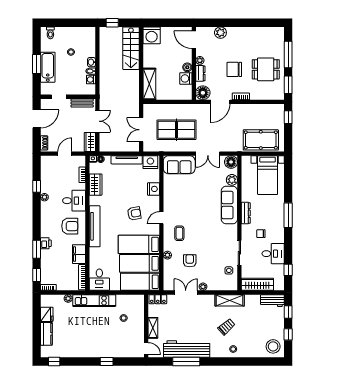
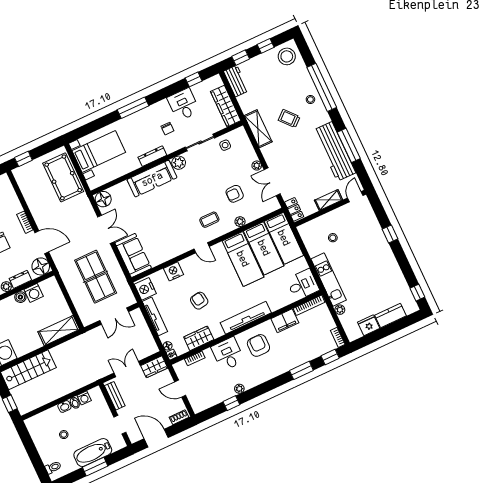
plant: (232, 180) -> (179, 163), moved
armchair: (134, 213) -> (199, 301), moved
printer: (46, 243) -> (290, 363), removed
window: (238, 361) -> (322, 87), added

